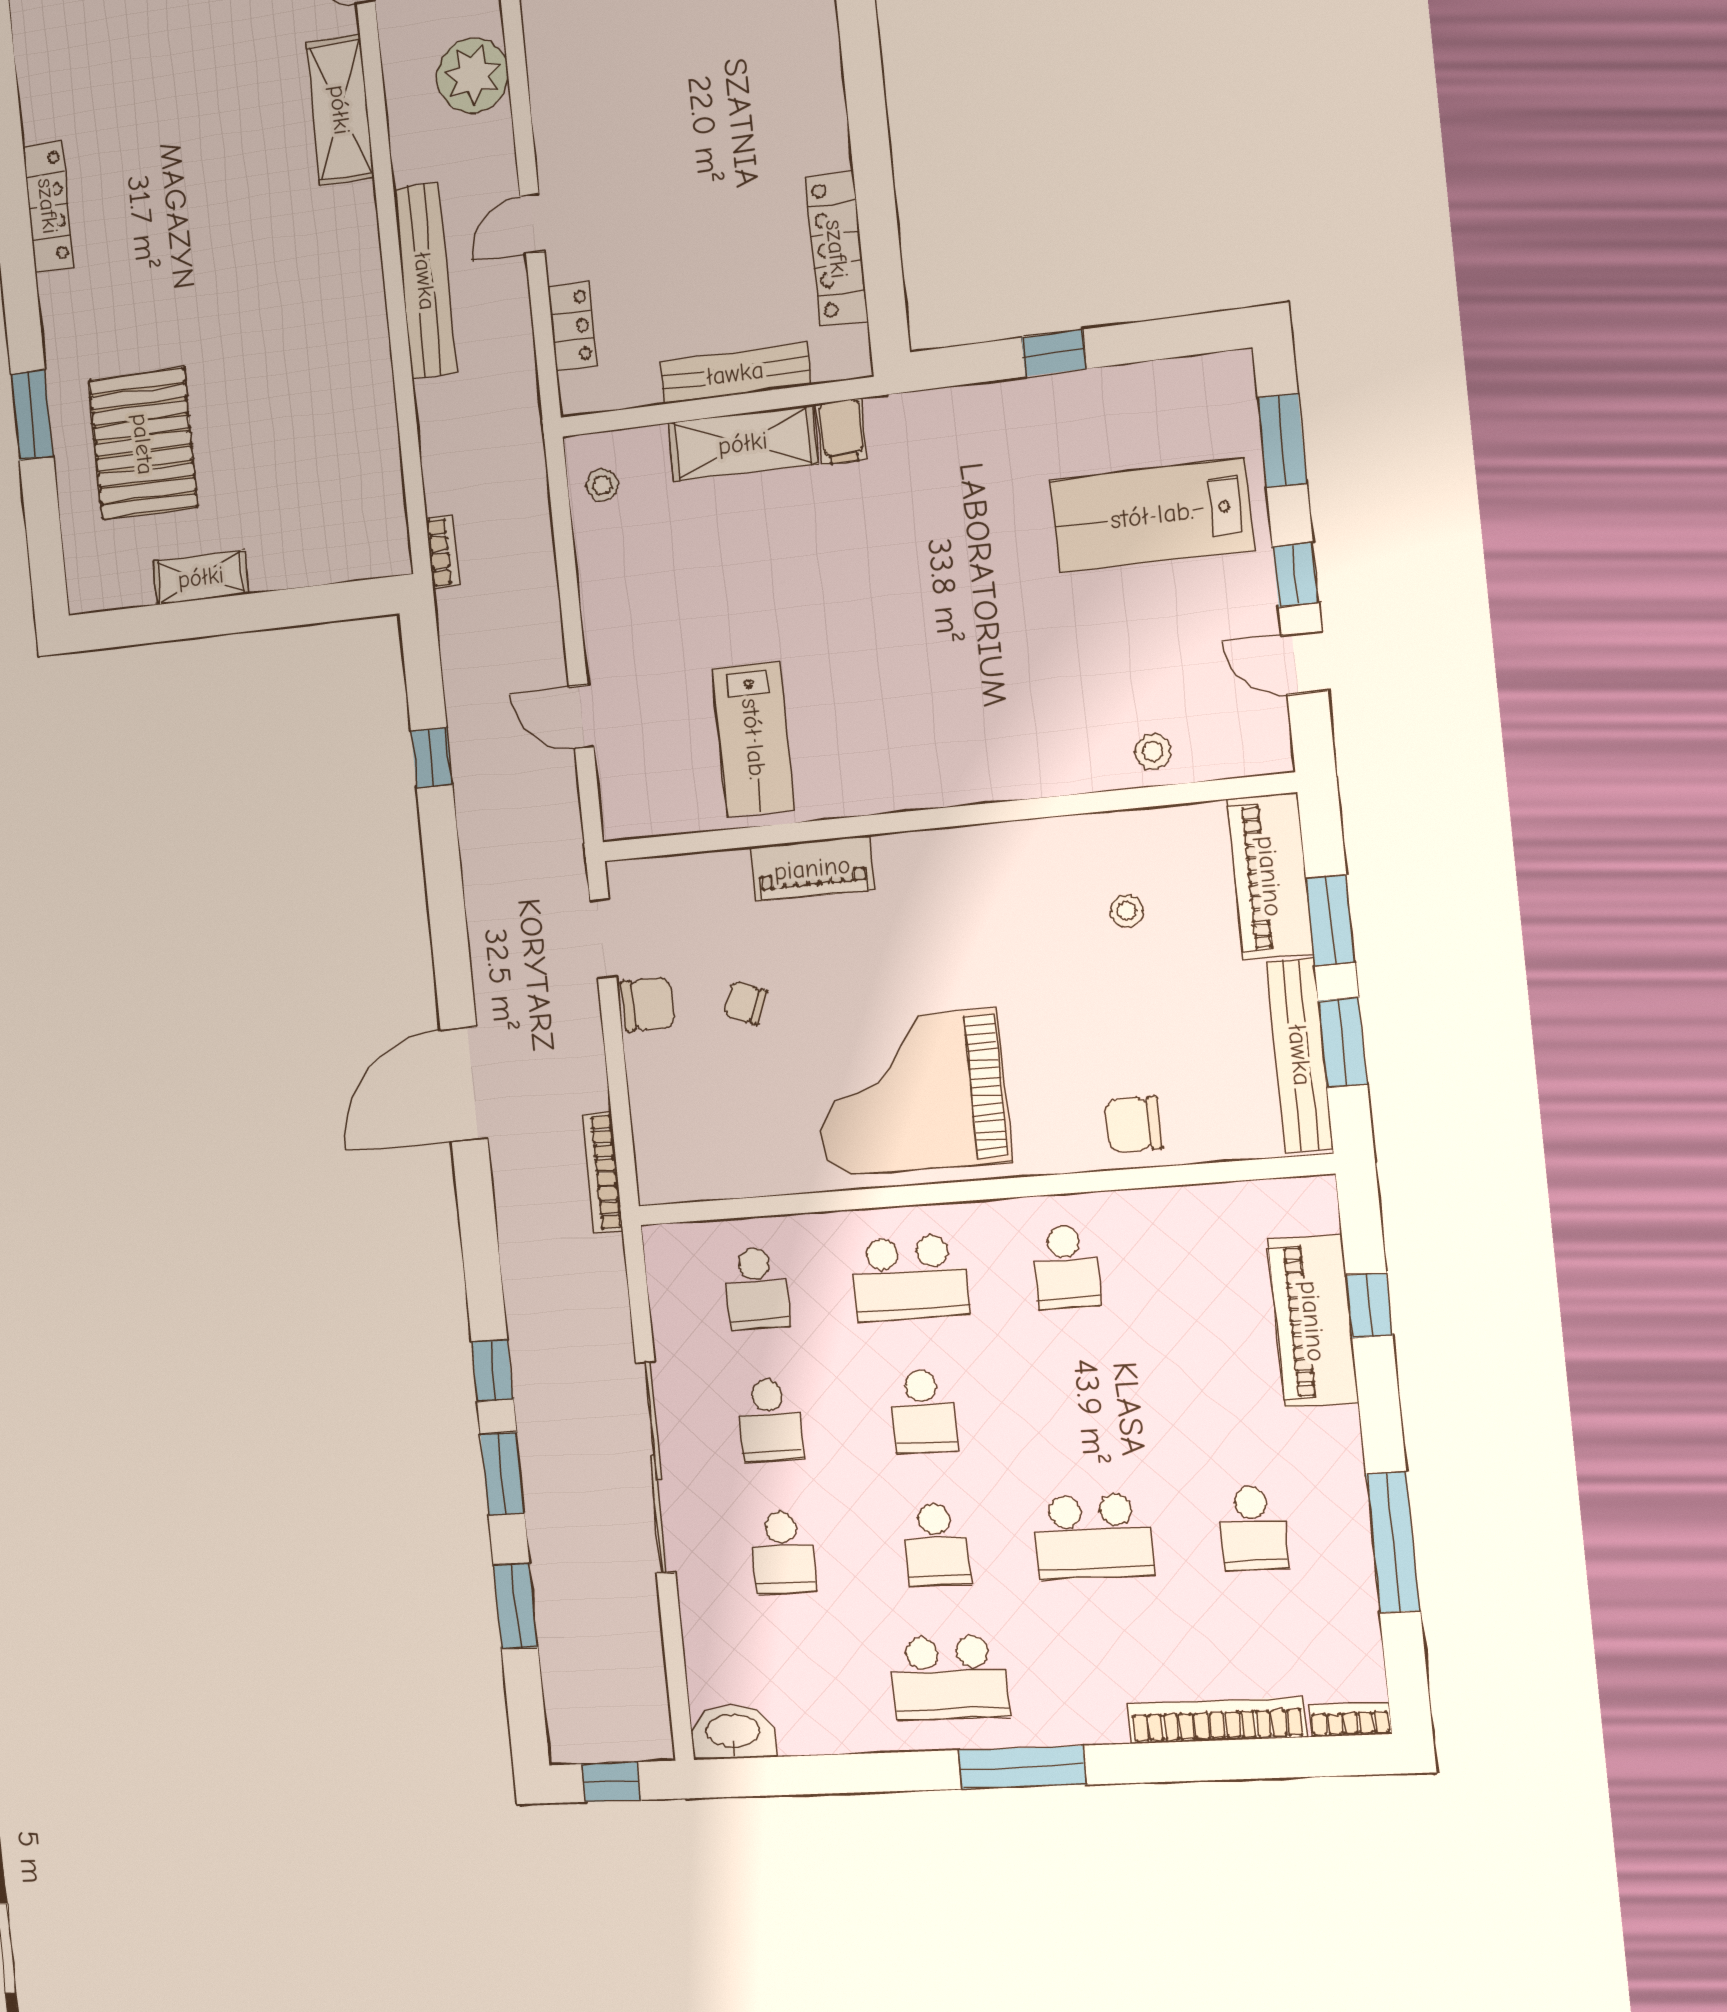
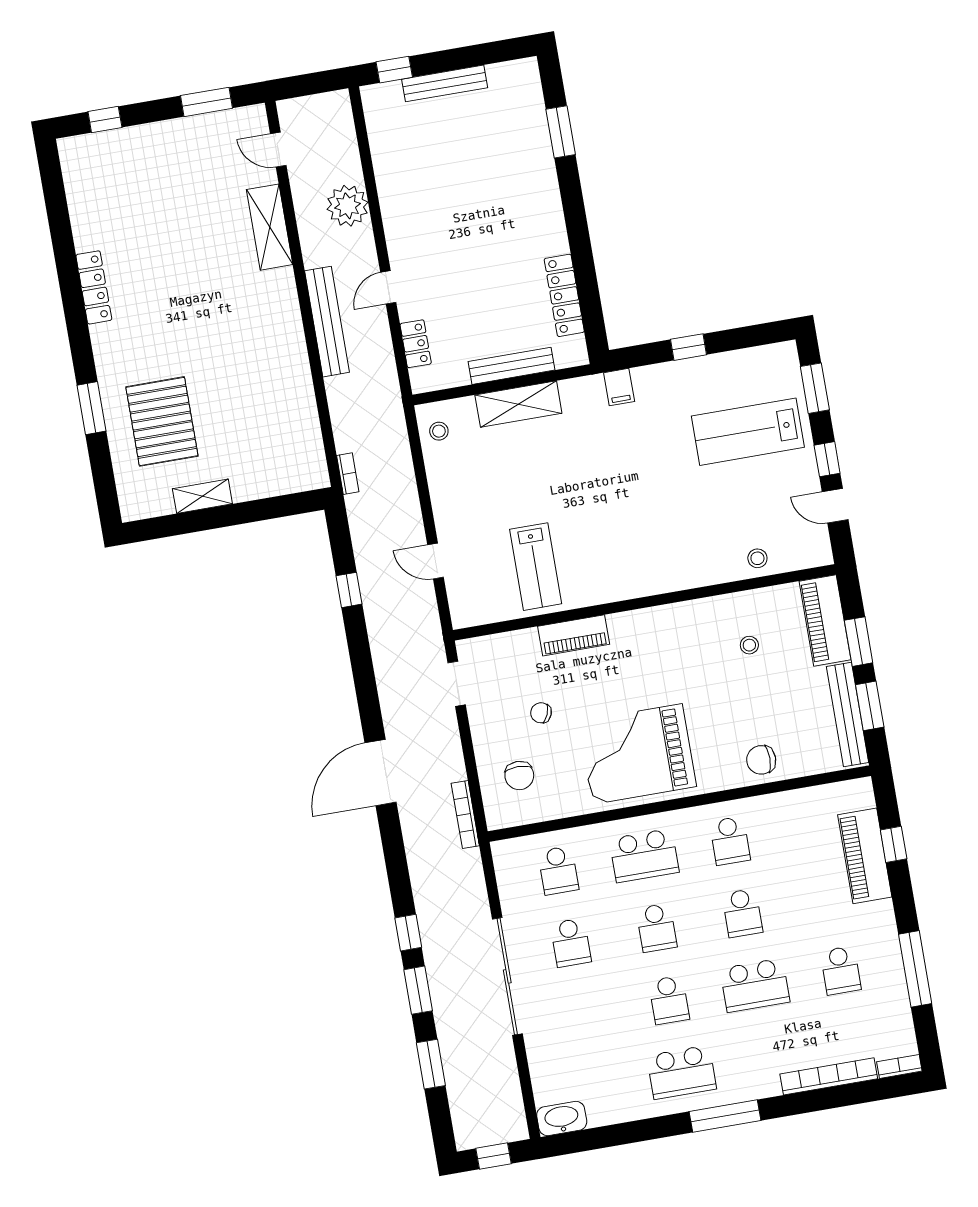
filing cabinet: (842, 431) -> (619, 387), moved
chair: (648, 1004) -> (519, 776), moved, turned 90
school desk: (783, 1552) -> (742, 913), moved

